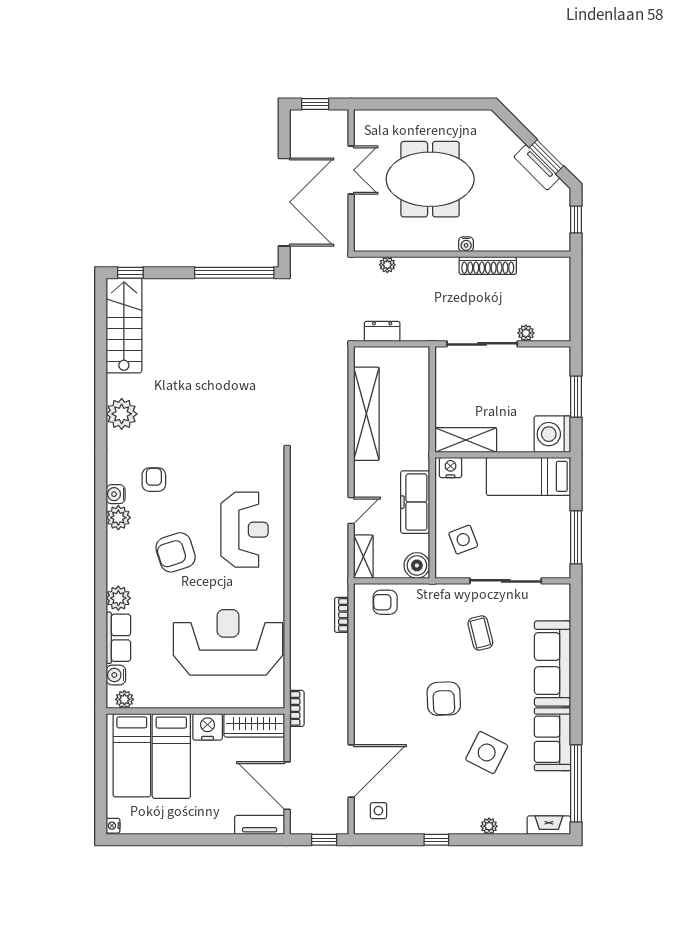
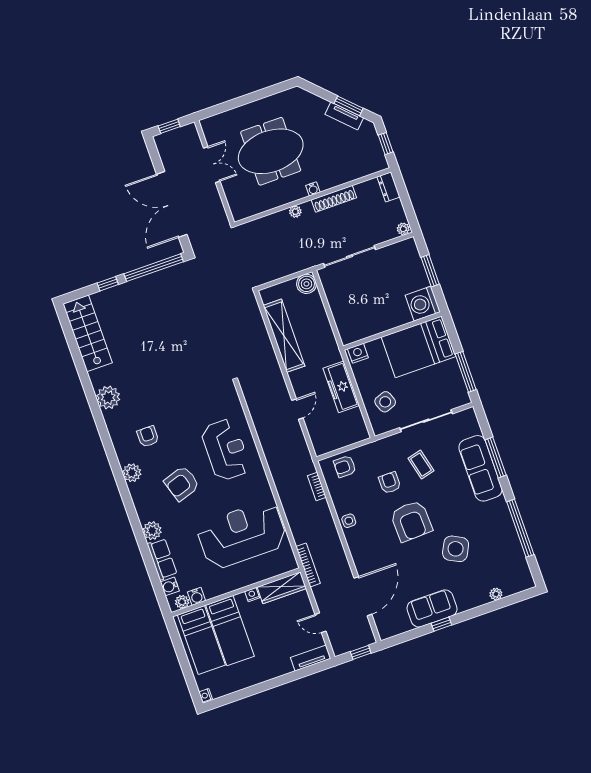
double door: (284, 202) -> (172, 204), swing flipped
plant: (387, 265) -> (295, 212), moved
window: (130, 273) -> (108, 284), moved
dresser: (382, 331) -> (388, 187), moved, turned -90
plant: (526, 333) -> (403, 229), moved
shelving: (466, 440) -> (362, 330), removed
bed: (528, 476) -> (418, 347), width x1.50
water cooler: (116, 494) -> (196, 596), moved, turned -90
shelving: (363, 557) -> (318, 439), removed
boiler: (417, 565) -> (306, 284), moved
armchair: (434, 642) -> (390, 483), added
window: (576, 657) -> (496, 457), added
armchair: (444, 699) -> (411, 521), width x1.36, depth x1.36
bookcase: (297, 708) -> (308, 565), width x1.56
nightstand: (208, 727) -> (252, 595), width x0.53, depth x0.56
sofa: (552, 739) -> (432, 609), moved, turned 90
window: (576, 783) -> (520, 528), moved
door: (287, 786) -> (321, 623), width x0.53
side table: (378, 811) -> (349, 521), moved
fireplace: (549, 825) -> (519, 585), removed
plant: (489, 826) -> (496, 594), moved

